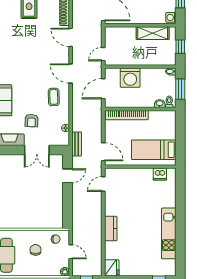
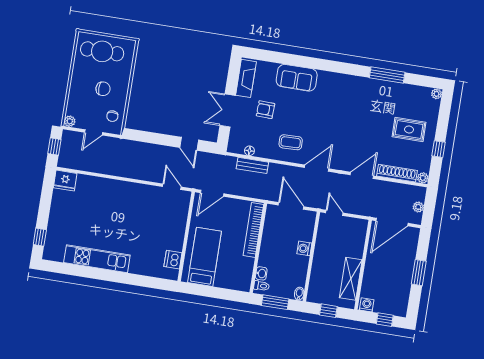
washing machine: (130, 78) -> (304, 248), width x0.53, depth x0.53
bench: (77, 144) -> (252, 165), moved
kitchen counter: (111, 228) -> (115, 187), removed

